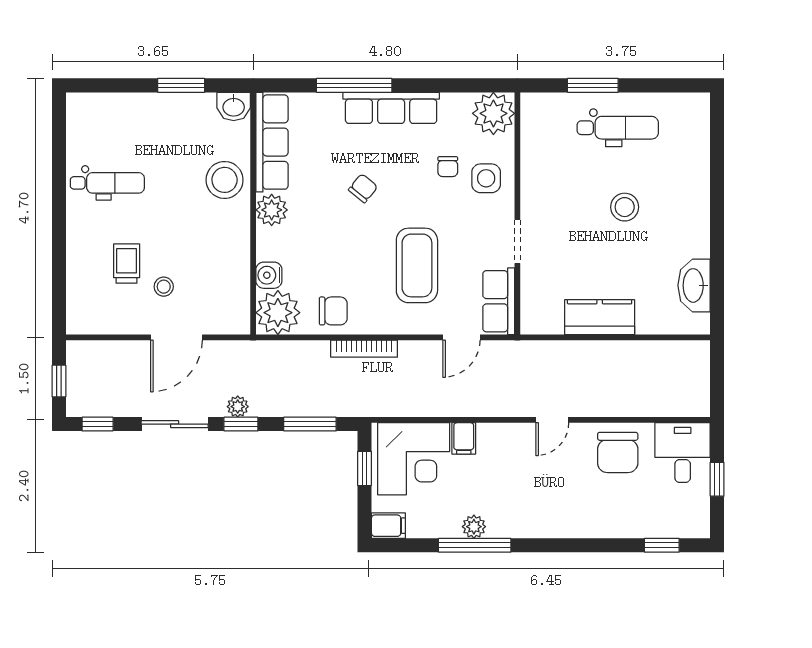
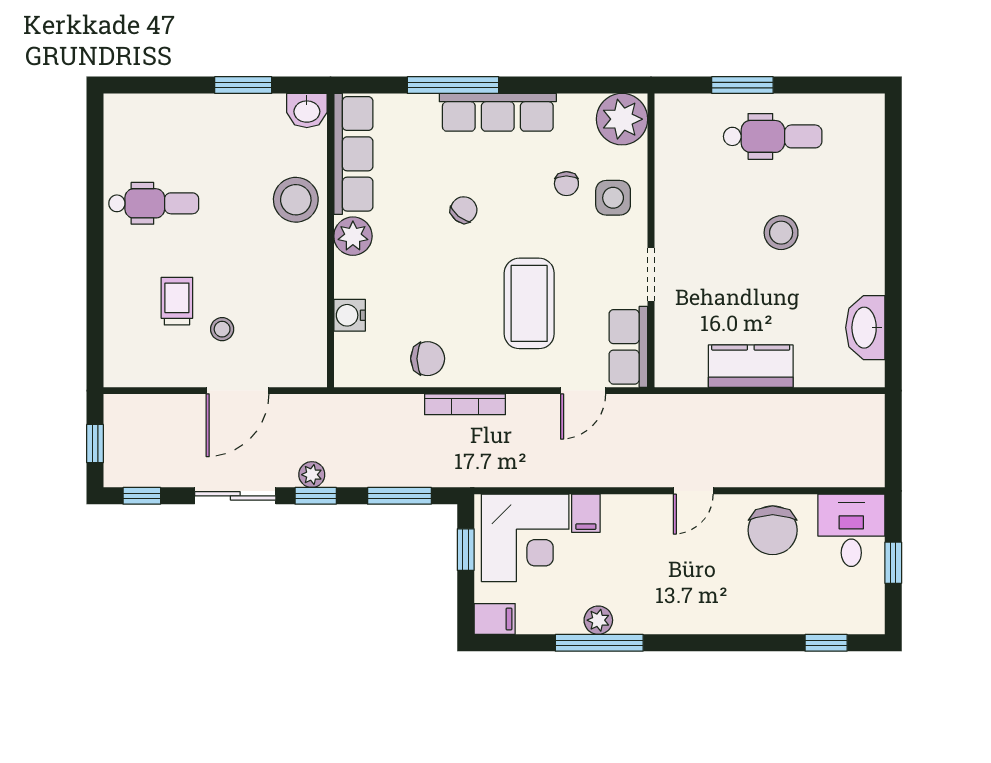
plant: (278, 313) -> (361, 361), removed

